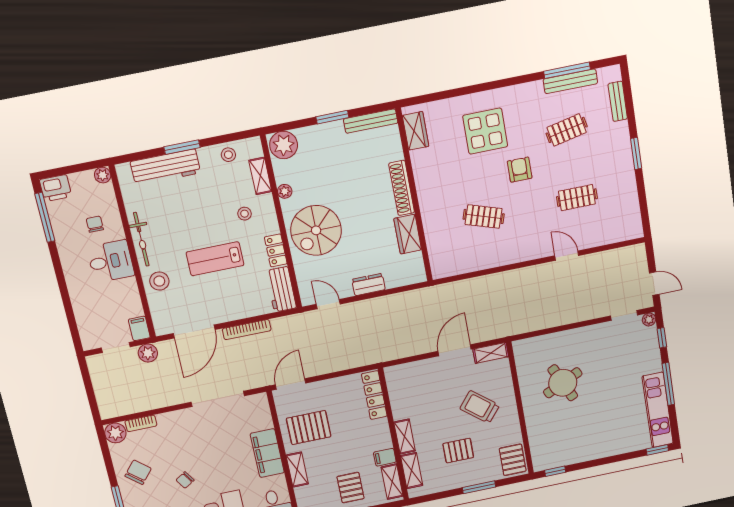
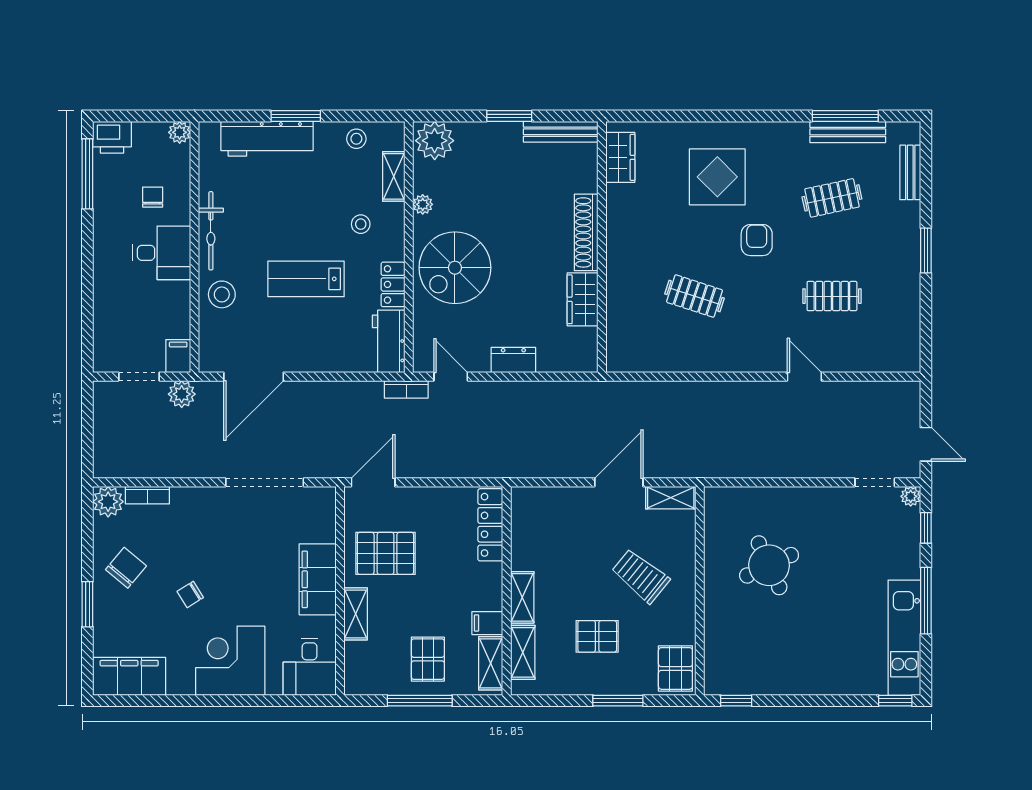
bookcase: (247, 330) -> (406, 389), moved, width x0.64

